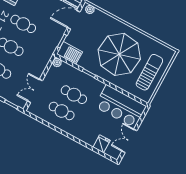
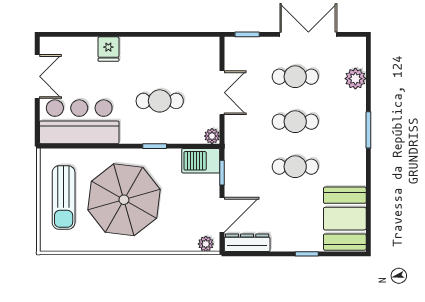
double door: (35, 91) -> (222, 93), moved
cafe table: (62, 111) -> (165, 66), removed
fridge: (102, 144) -> (108, 49), moved

